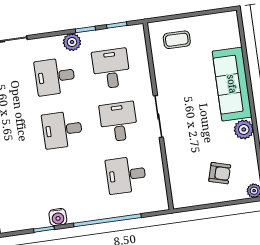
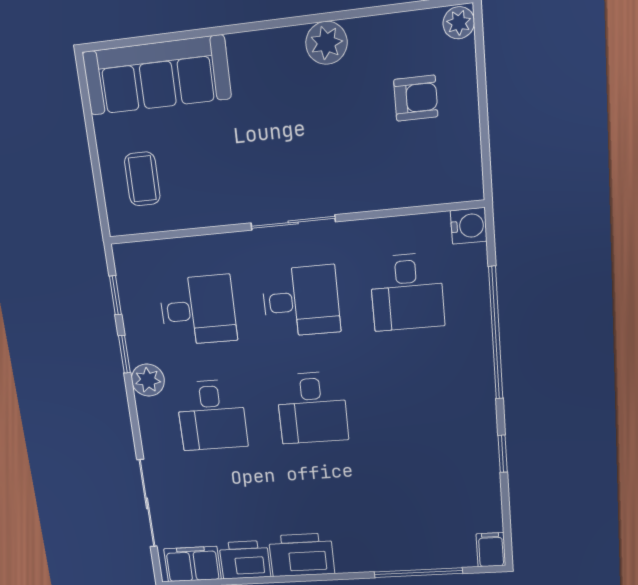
desk: (111, 69) -> (198, 310), turned 180
sofa: (232, 84) -> (157, 75), moved
desk: (119, 122) -> (301, 301), turned 180
armchair: (220, 173) -> (416, 98), turned 74
water cooler: (58, 217) -> (469, 226), moved

